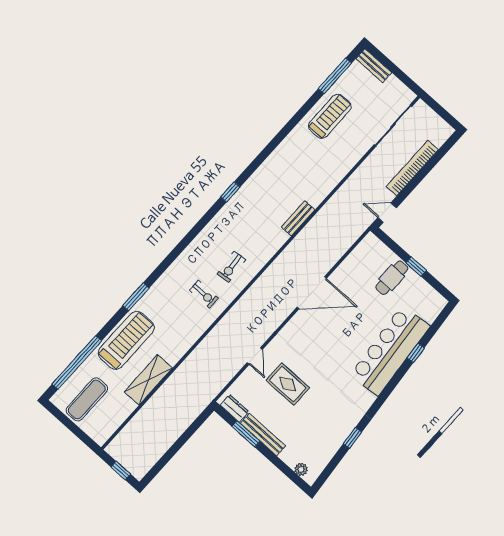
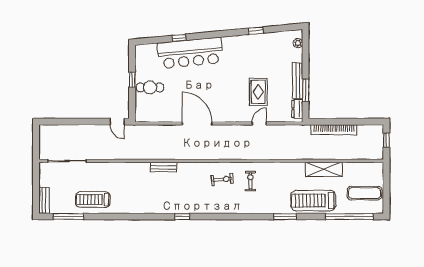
bookcase: (412, 168) -> (334, 130), moved

